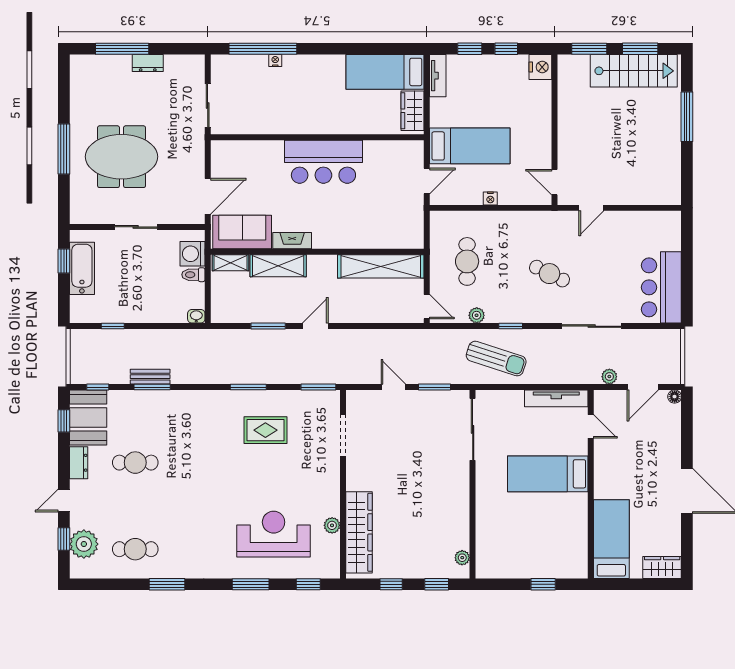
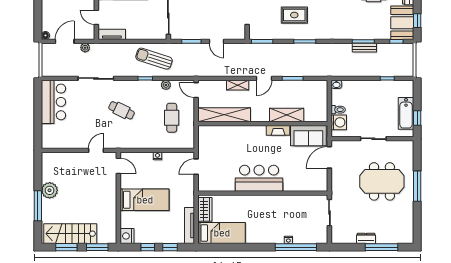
tv unit: (438, 76) -> (189, 225), width x1.41
plant: (668, 142) -> (50, 190), added
bed: (470, 146) -> (145, 200), moved, turned 180
shelving: (231, 263) -> (238, 85), moved
tv unit: (556, 398) -> (112, 34), width x0.71

